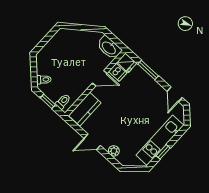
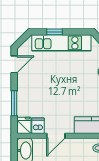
door: (100, 78) -> (56, 136), swing flipped
window: (163, 152) -> (55, 32), moved

